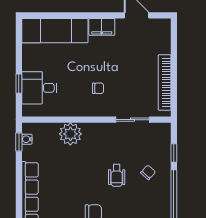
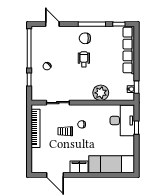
trolley: (122, 78) -> (65, 131), added
desk: (39, 88) -> (122, 120), width x1.37
wheelchair: (117, 175) -> (84, 59), moved

